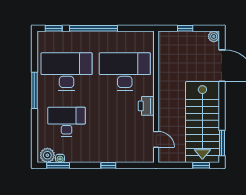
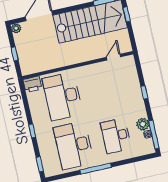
window: (94, 28) -> (32, 131), width x0.32
printer: (146, 106) -> (32, 84), moved
plant: (47, 155) -> (143, 124), moved
window: (58, 165) -> (154, 134), width x1.44

